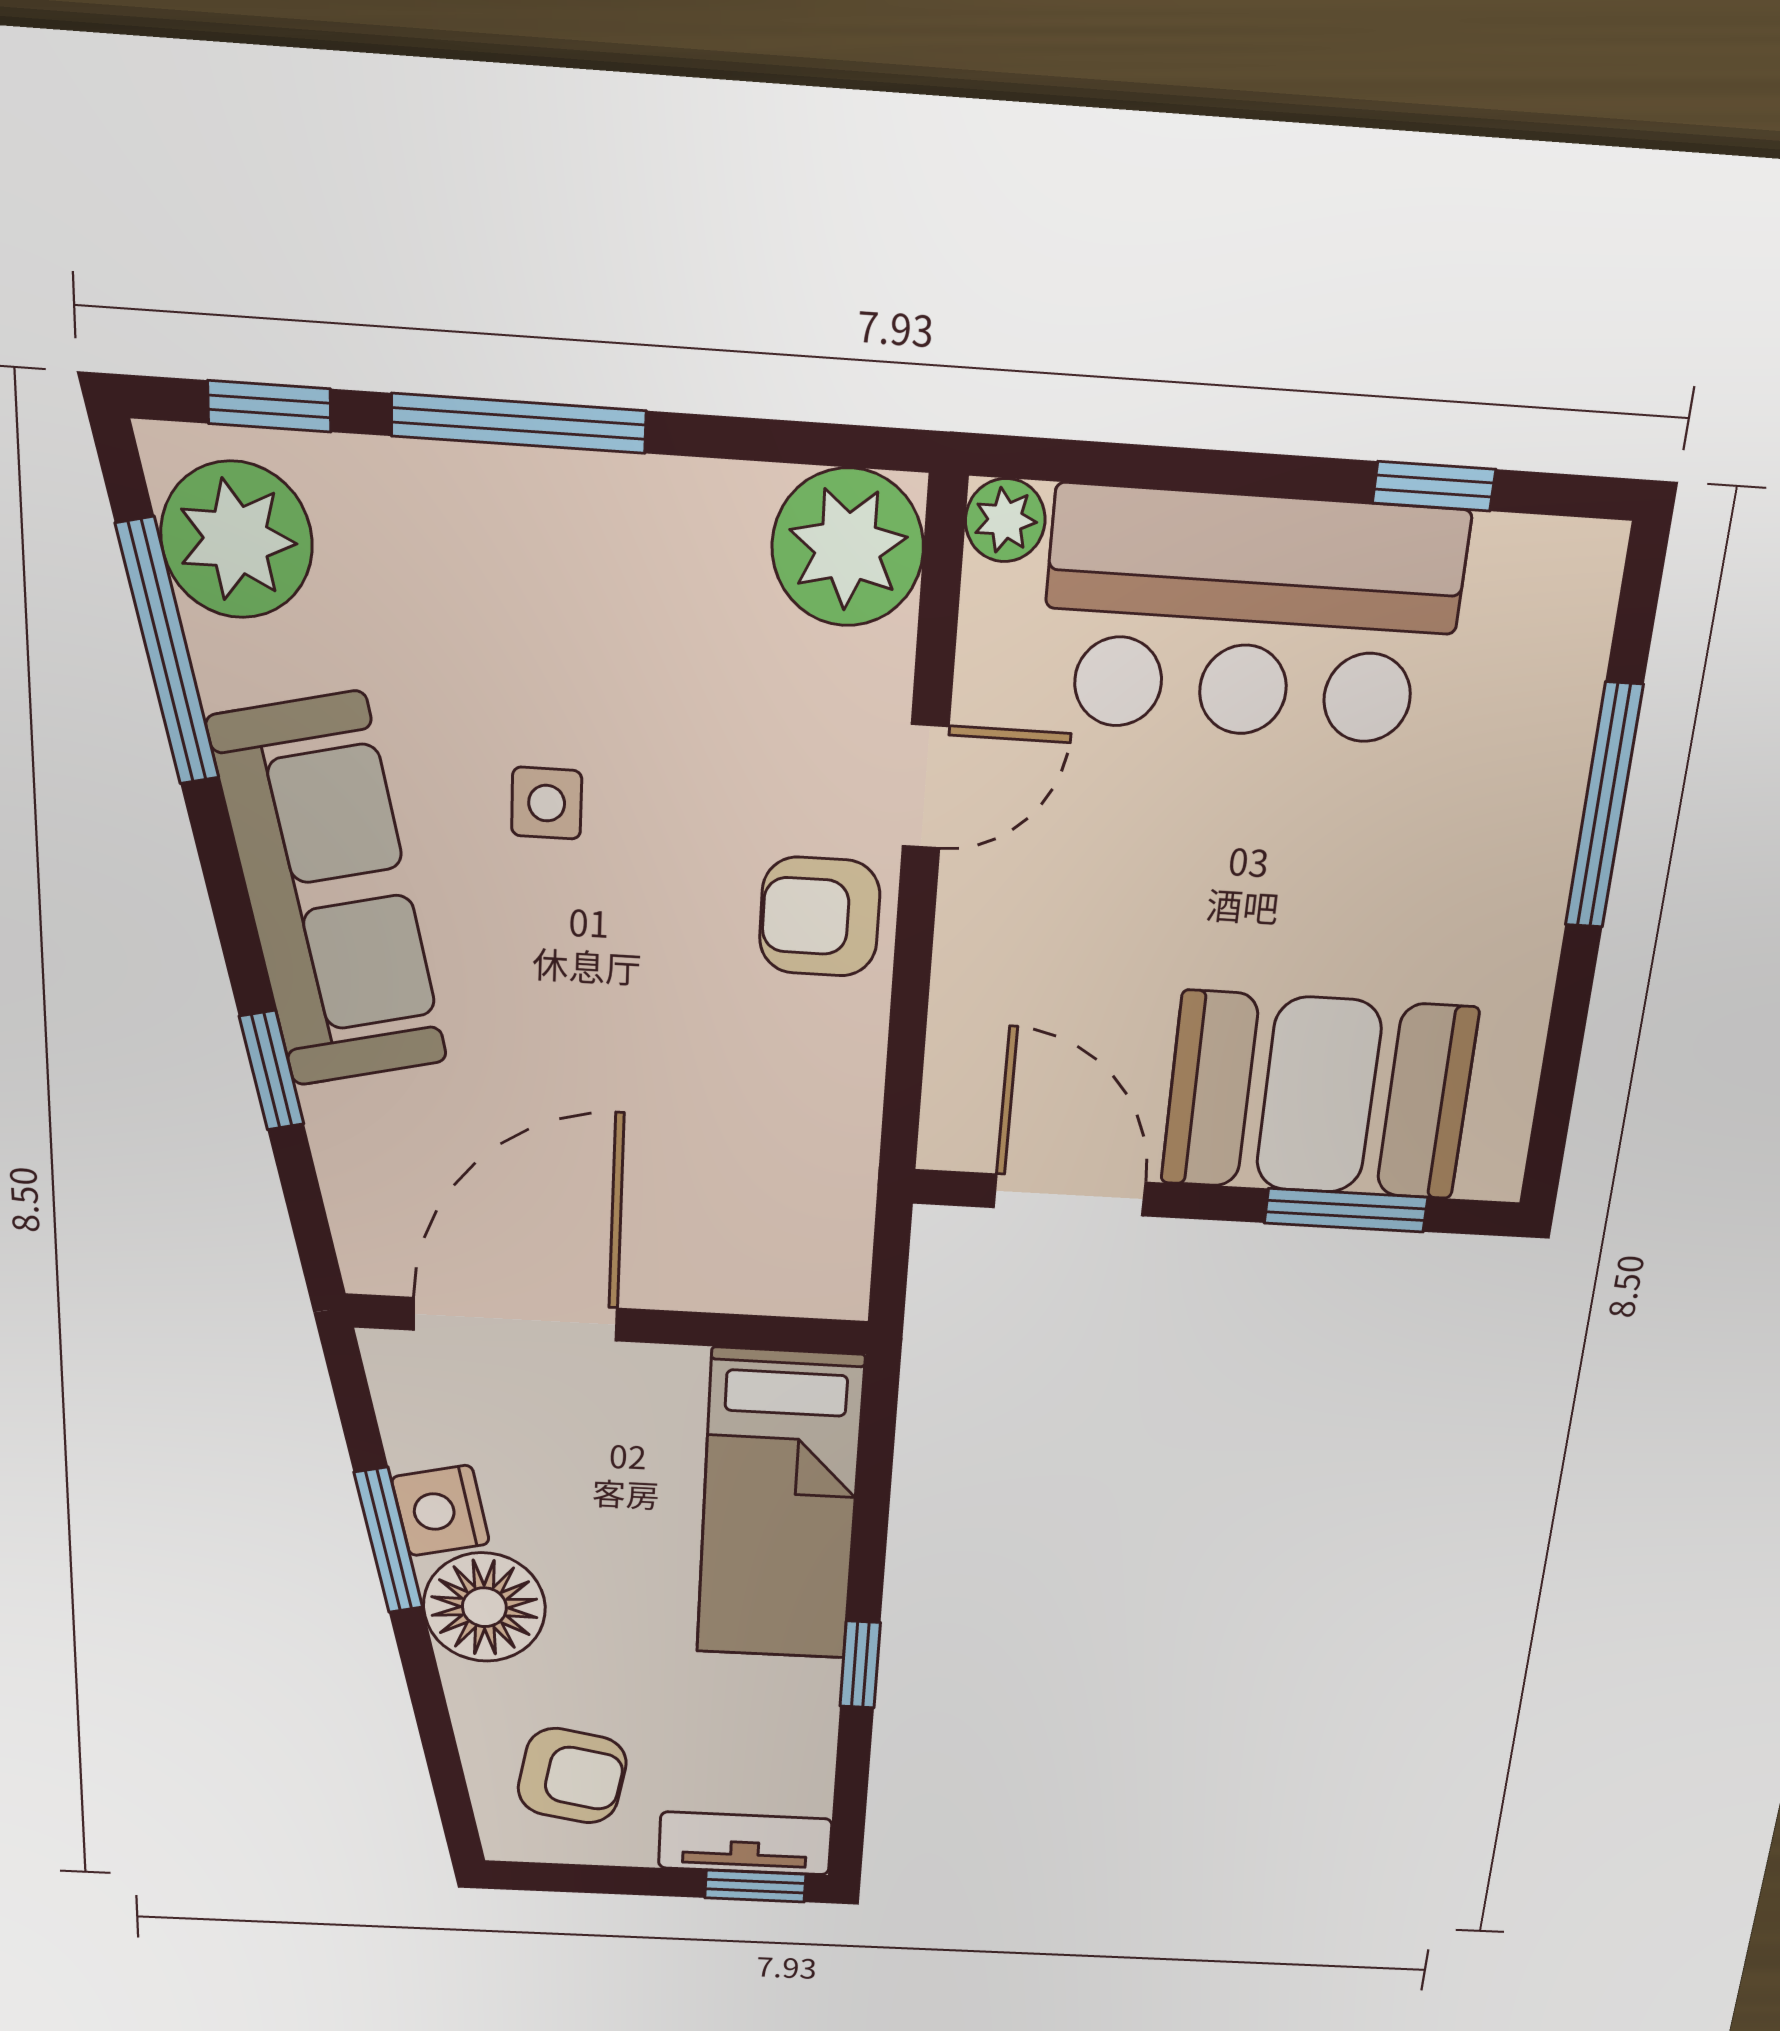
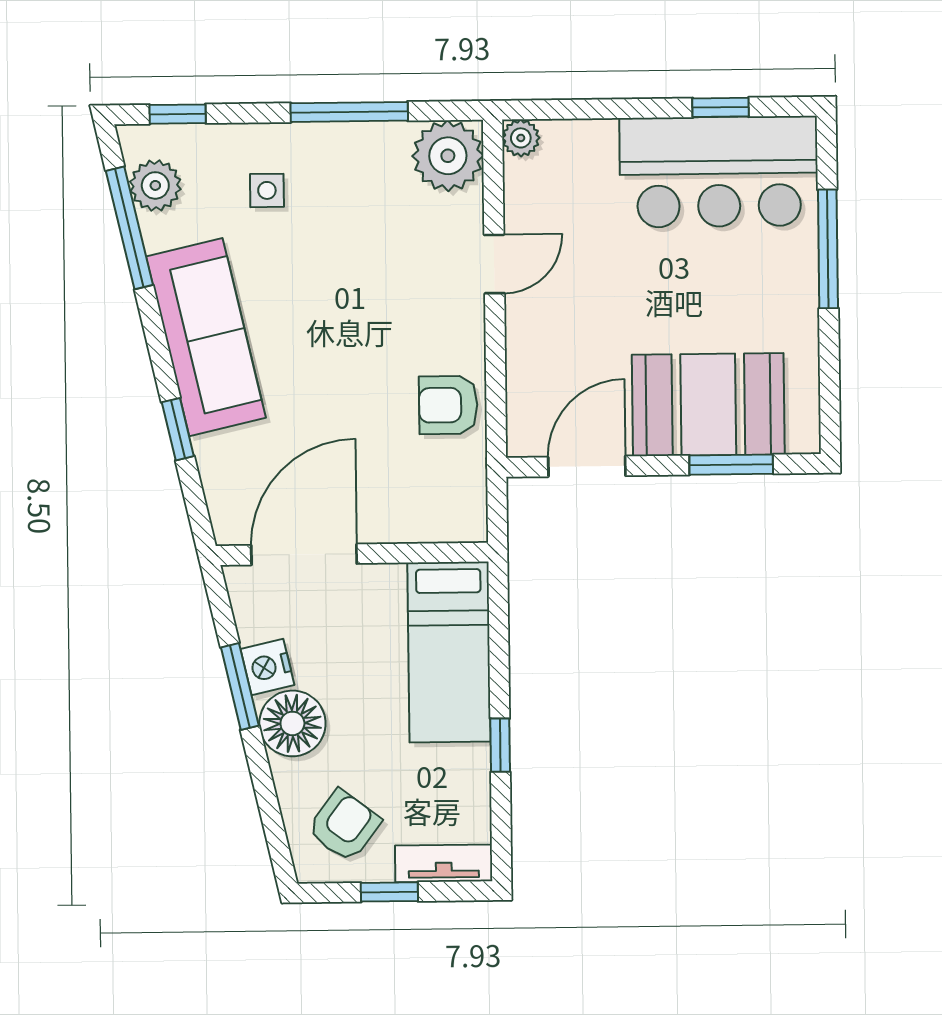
window: (519, 423) -> (349, 112), moved
plant: (237, 540) -> (155, 185), width x0.73, depth x0.73
bar counter: (1251, 617) -> (719, 172), moved
side table: (547, 803) -> (267, 190), moved
armchair: (820, 917) -> (448, 405), moved
door: (1070, 1195) -> (587, 466), hinge flipped
armchair: (572, 1776) -> (344, 826), turned -63
window: (755, 1886) -> (389, 892), moved

